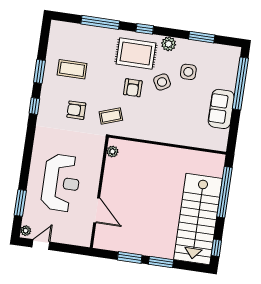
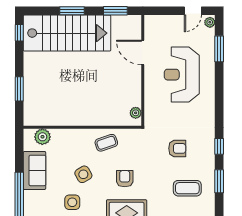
side table: (162, 82) -> (83, 174), moved
coffee table: (111, 116) -> (106, 143), moved
plant: (208, 141) -> (42, 137), added
window: (225, 192) -> (19, 89), width x0.47
stairs: (198, 219) -> (67, 33), moved, turned 90
window: (130, 258) -> (115, 11), moved

